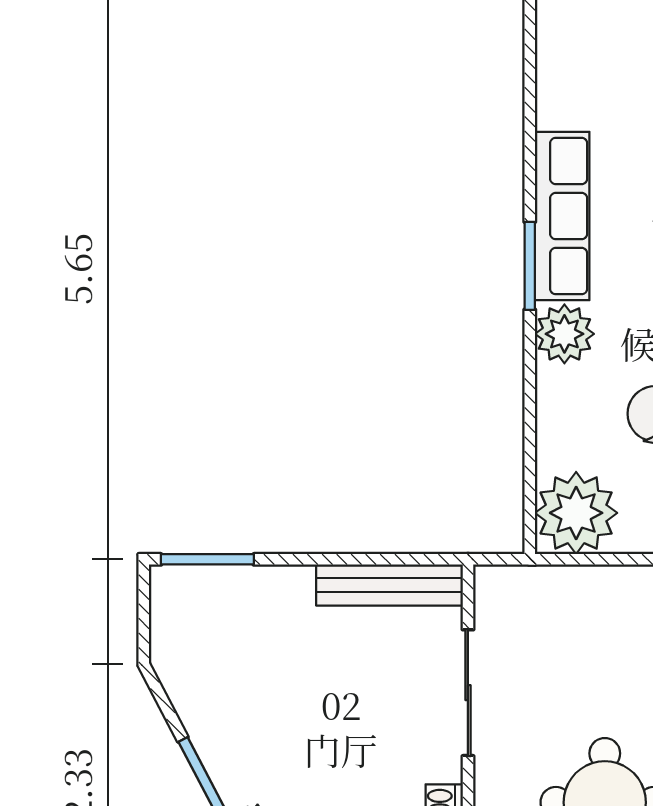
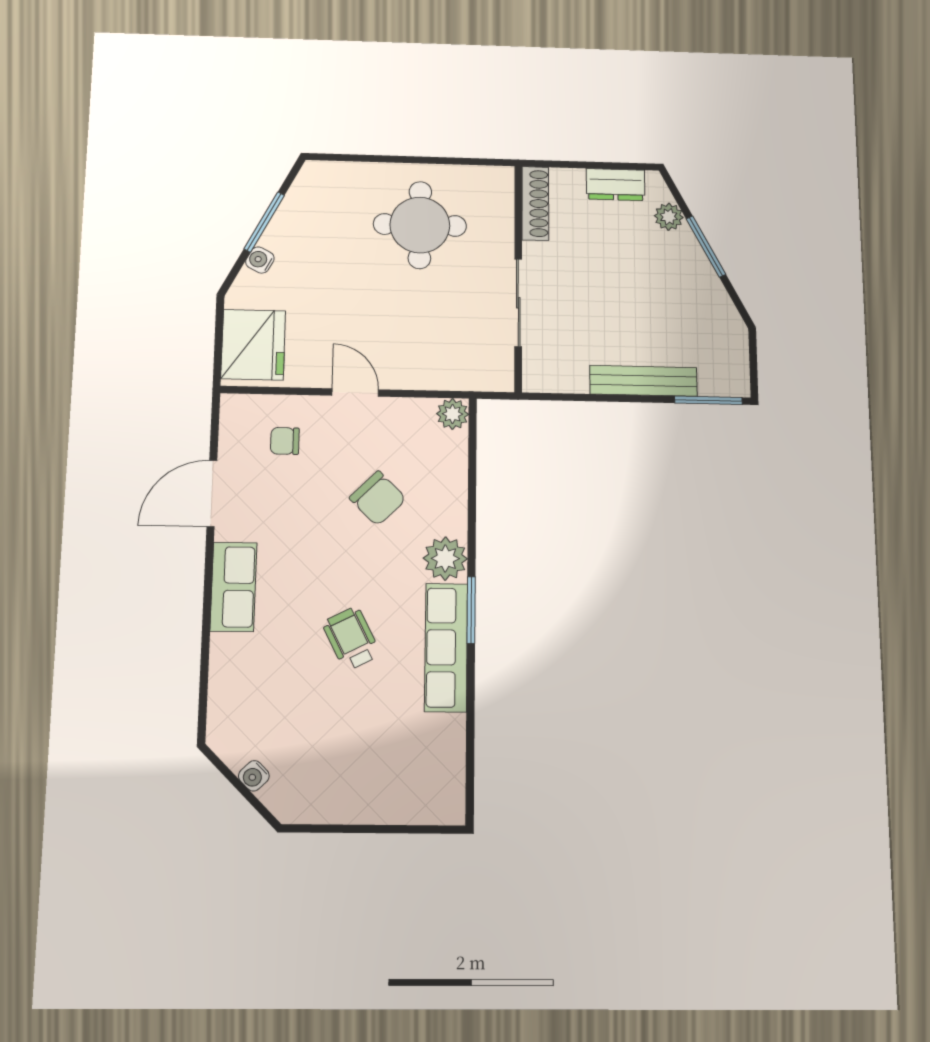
plant: (576, 513) -> (453, 414), width x0.53, depth x0.53
bench: (389, 585) -> (644, 381), moved

